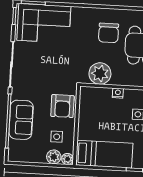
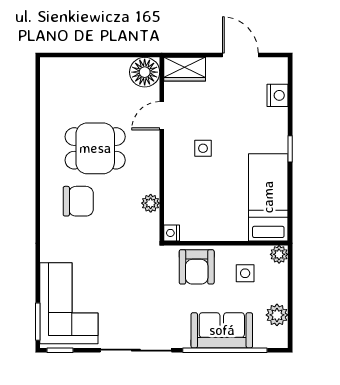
plant: (100, 74) -> (151, 203), width x0.53, depth x0.53
nightstand: (118, 93) -> (172, 233), moved
armchair: (62, 106) -> (197, 267), turned 90
plant: (54, 157) -> (277, 315), moved

